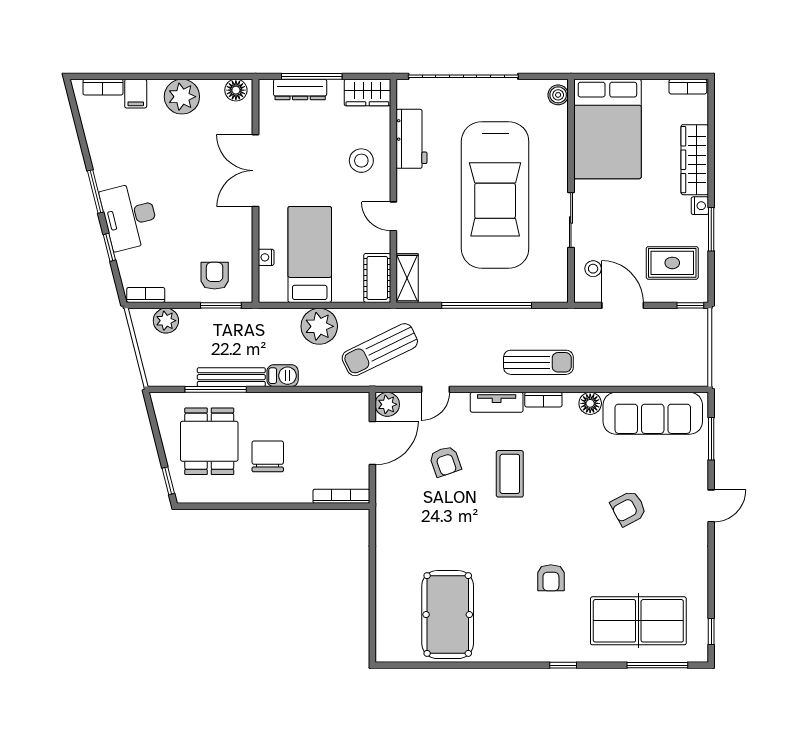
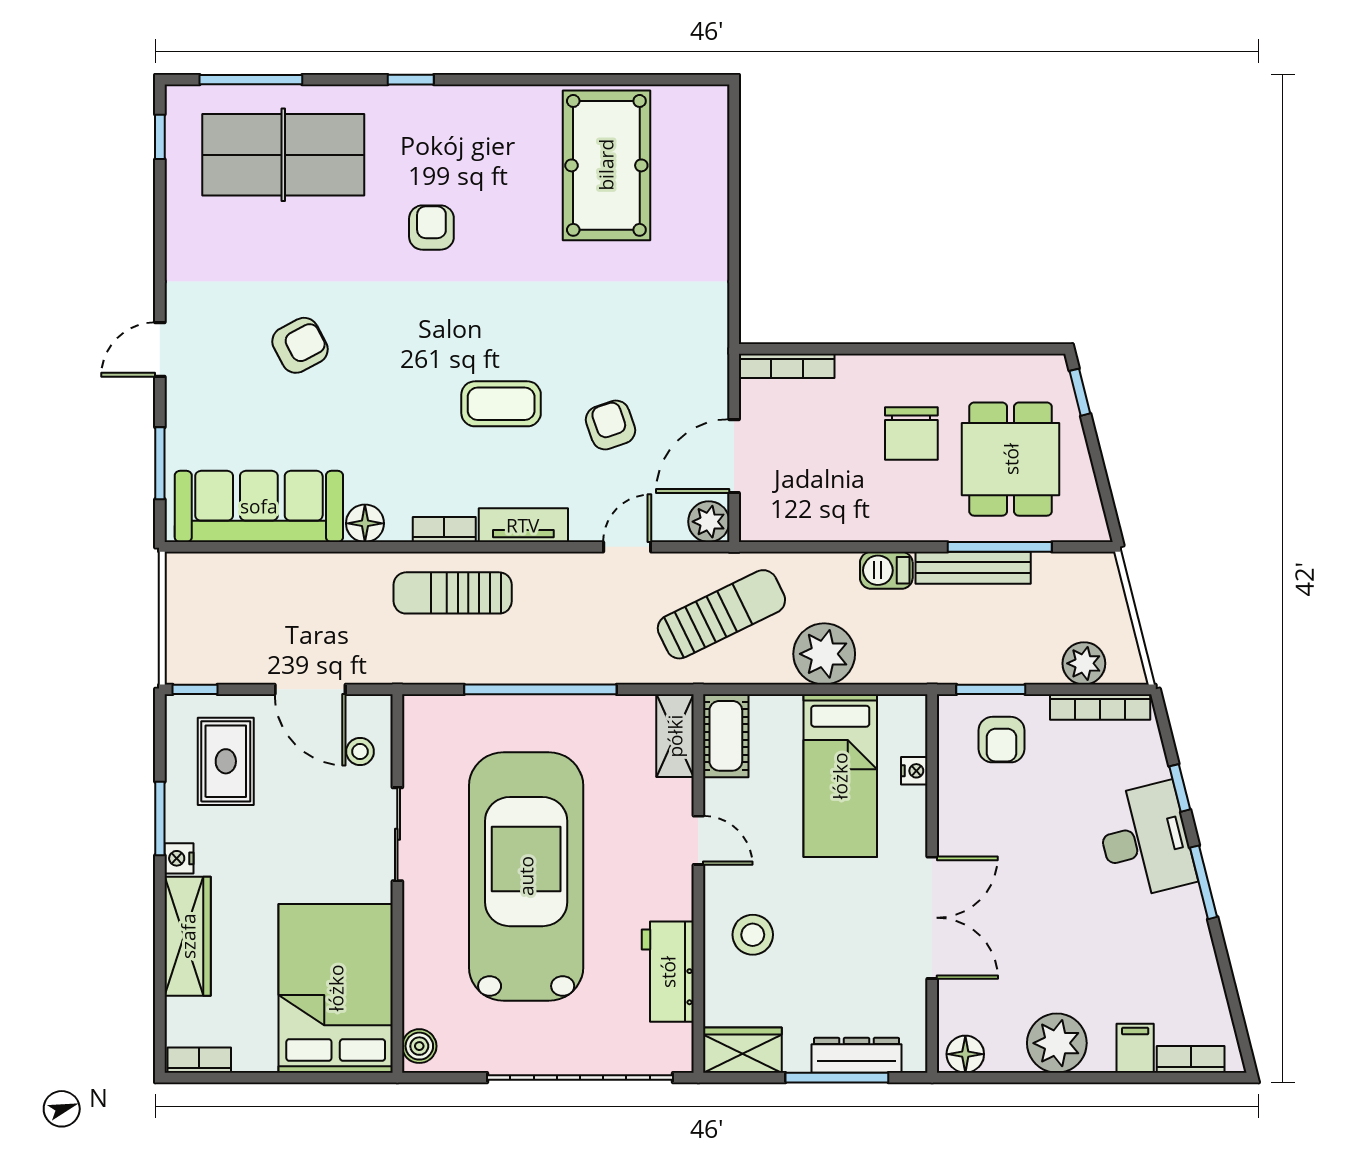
rug: (672, 263) -> (226, 761), turned 90
bookcase: (146, 295) -> (1100, 707), width x1.56
coffee table: (510, 474) -> (501, 404), turned 90

